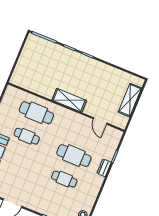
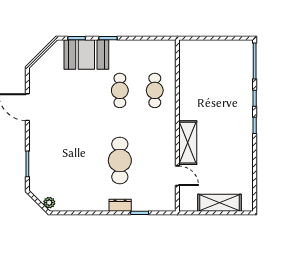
shelving: (69, 100) -> (188, 143), moved
cafe table: (36, 113) -> (155, 90), width x0.73, depth x0.74
door: (100, 121) -> (177, 176), swing flipped
cafe table: (64, 179) -> (85, 161), removed

